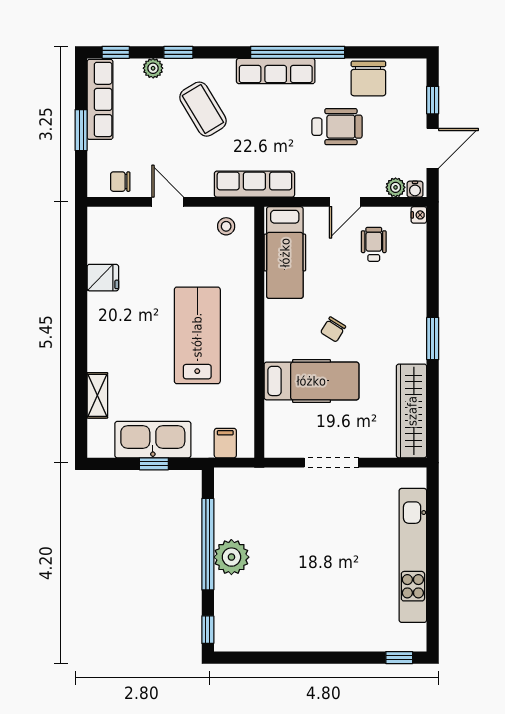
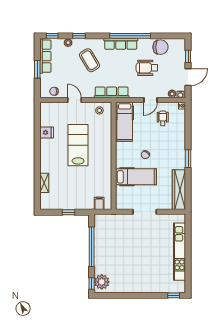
chair: (368, 78) -> (160, 47), turned -90
wheelchair: (337, 127) -> (147, 68), turned 180
lab bench: (197, 335) -> (78, 145), moved
kitchen sink: (153, 440) -> (68, 202), removed
plant: (231, 557) -> (102, 282), moved

